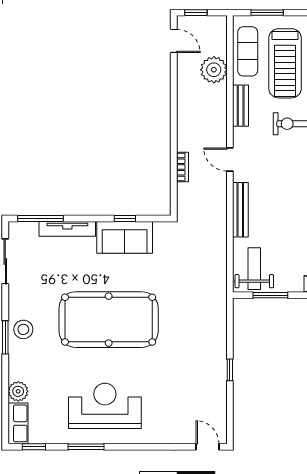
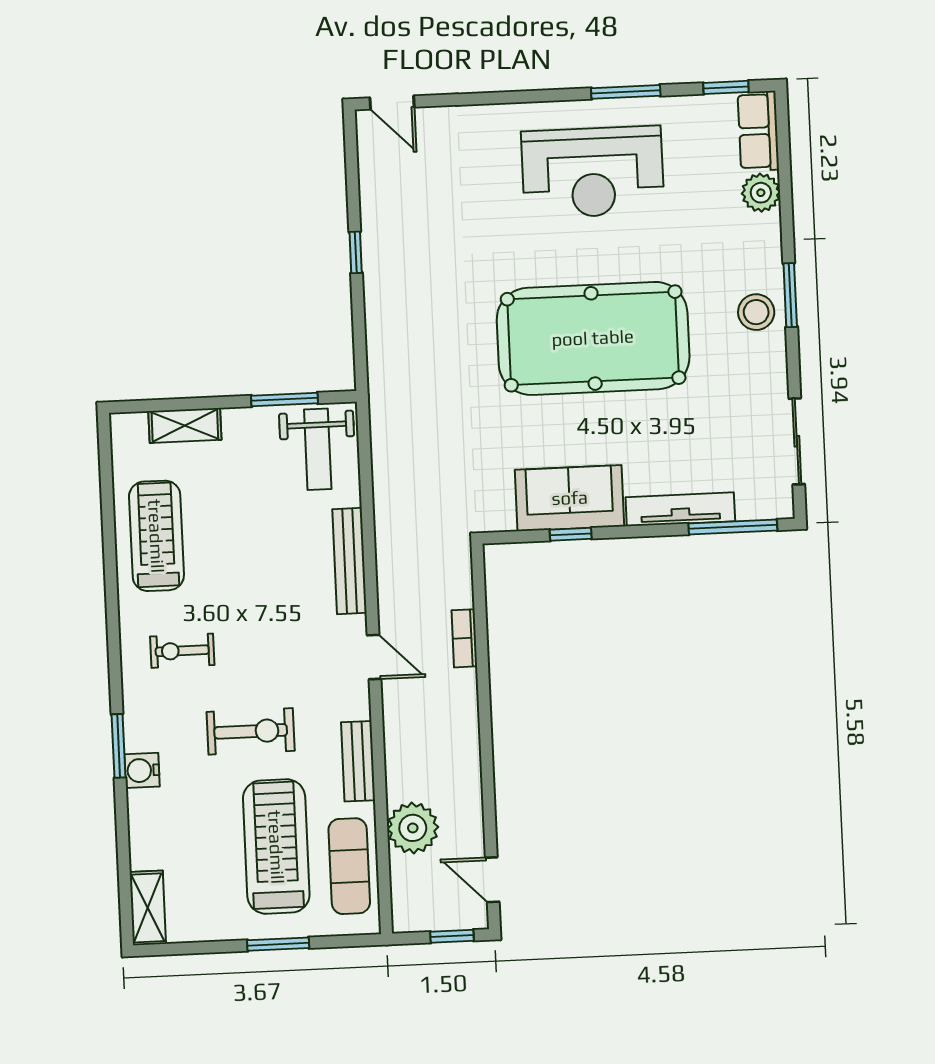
window: (267, 13) -> (278, 944), moved

